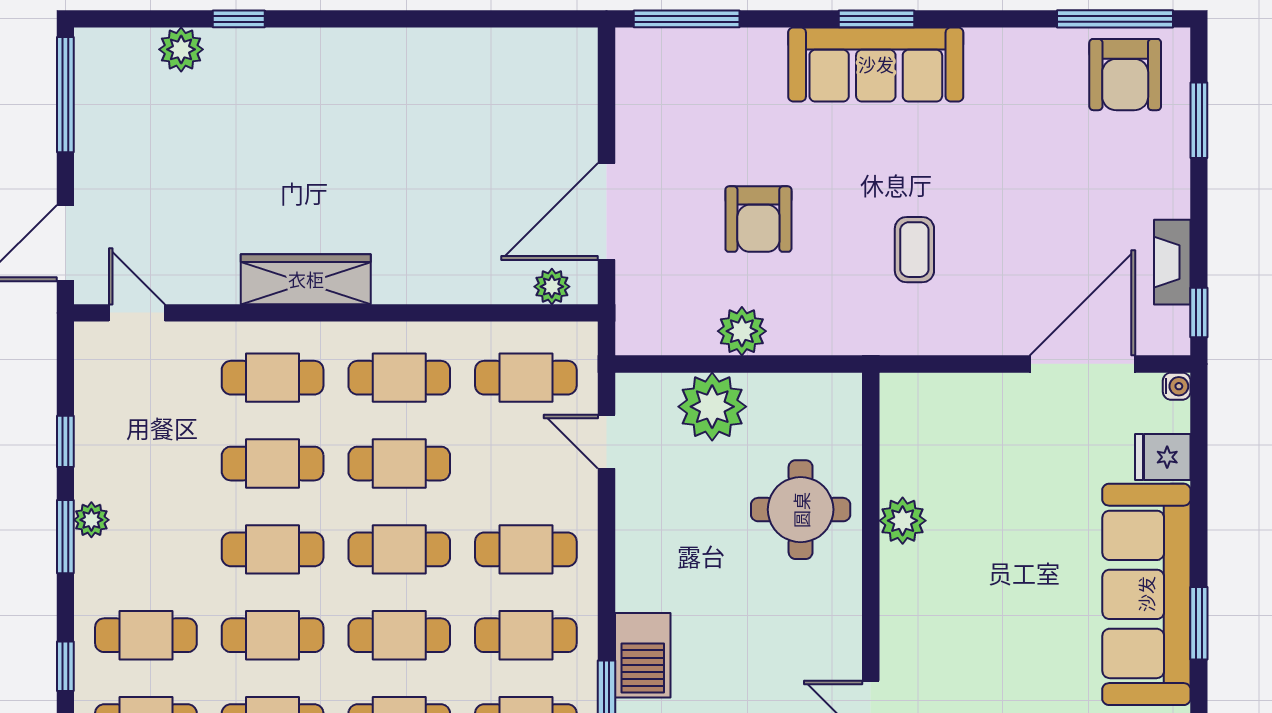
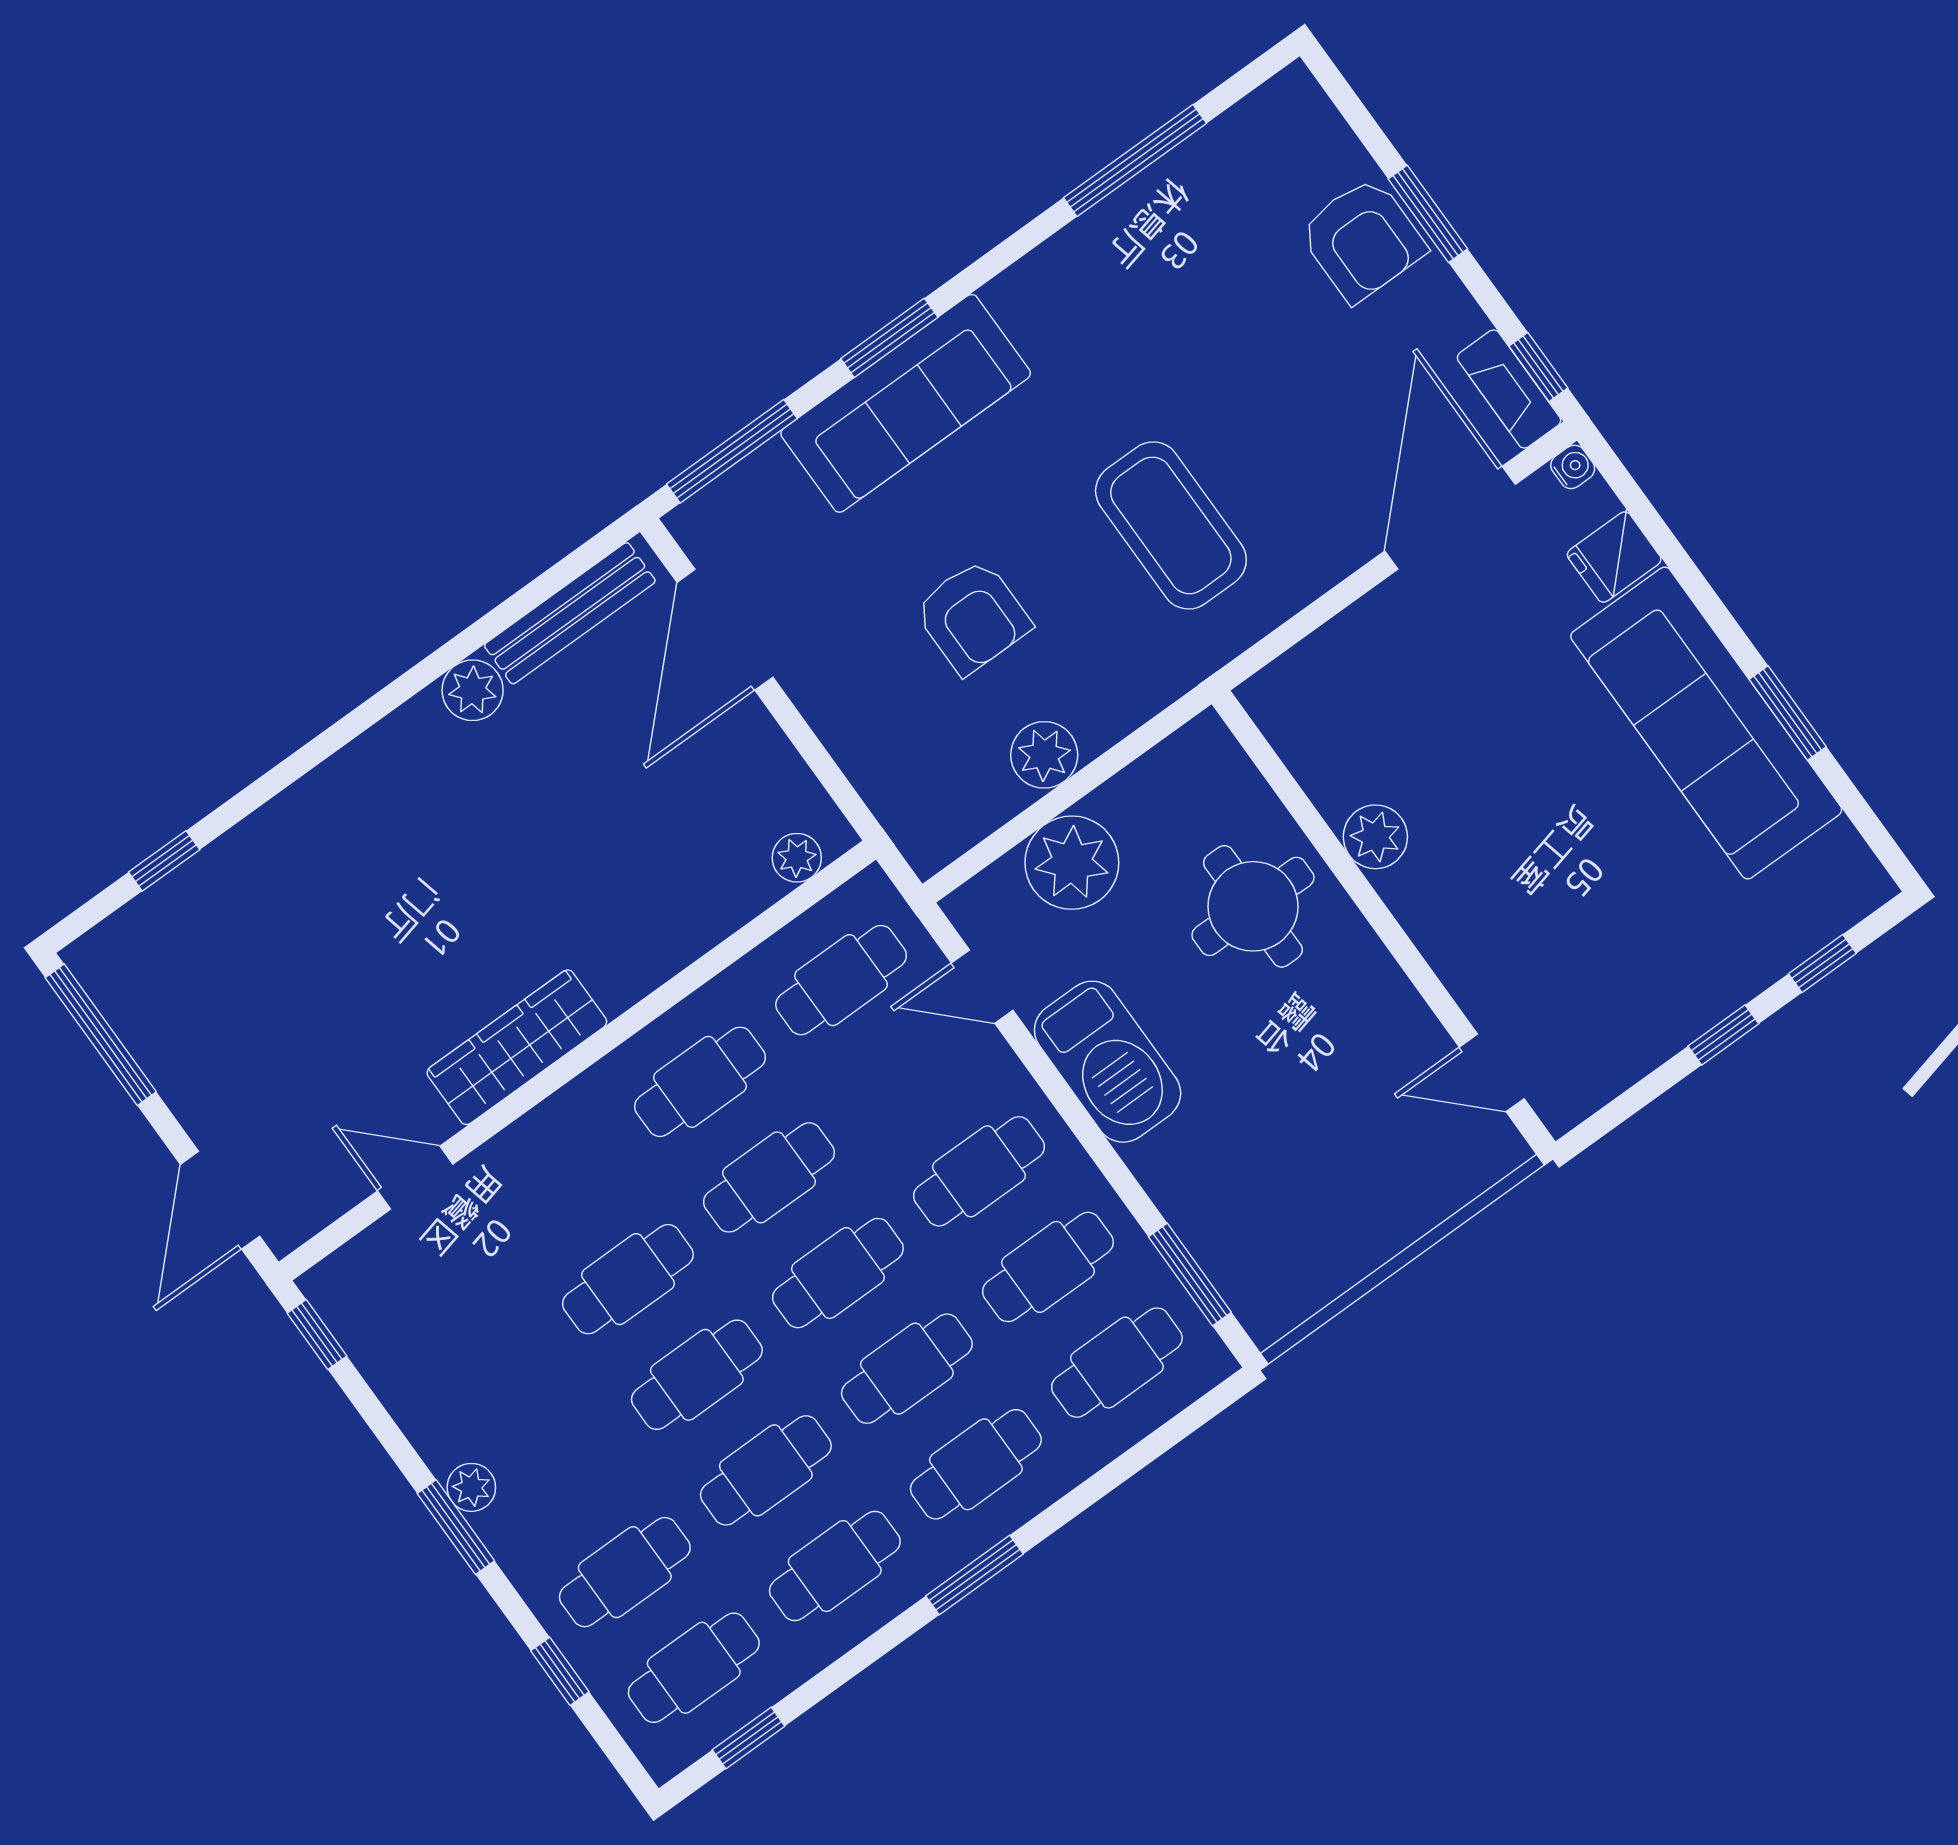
window: (239, 19) -> (164, 861), moved
window: (876, 19) -> (889, 338), moved
window: (1115, 19) -> (1135, 161), moved
bench: (522, 45) -> (570, 613), added
plant: (181, 49) -> (473, 690), moved
sofa: (876, 64) -> (906, 403), moved
armchair: (1125, 75) -> (1362, 239), moved
window: (1199, 120) -> (1428, 214), moved
door: (607, 211) -> (725, 630), moved
coffee table: (914, 250) -> (1171, 525), width x1.86, depth x1.72
fireplace: (1172, 262) -> (1509, 389), moved
door: (137, 313) -> (415, 1178), moved
cafe table: (273, 378) -> (559, 1184), removed
window: (65, 441) -> (317, 1335), moved
barbecue: (643, 655) -> (1108, 1062), moved, width x1.37, depth x1.21

